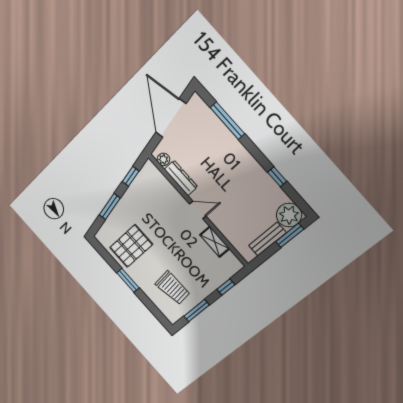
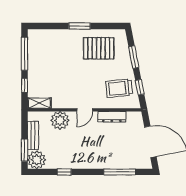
plant: (163, 159) -> (60, 120), moved, width x1.87, depth x1.87
shelving: (215, 242) -> (39, 103), moved
pallet: (131, 246) -> (99, 48), turned 90
trolley: (173, 288) -> (119, 88), moved
window: (197, 311) -> (24, 54), width x1.44

